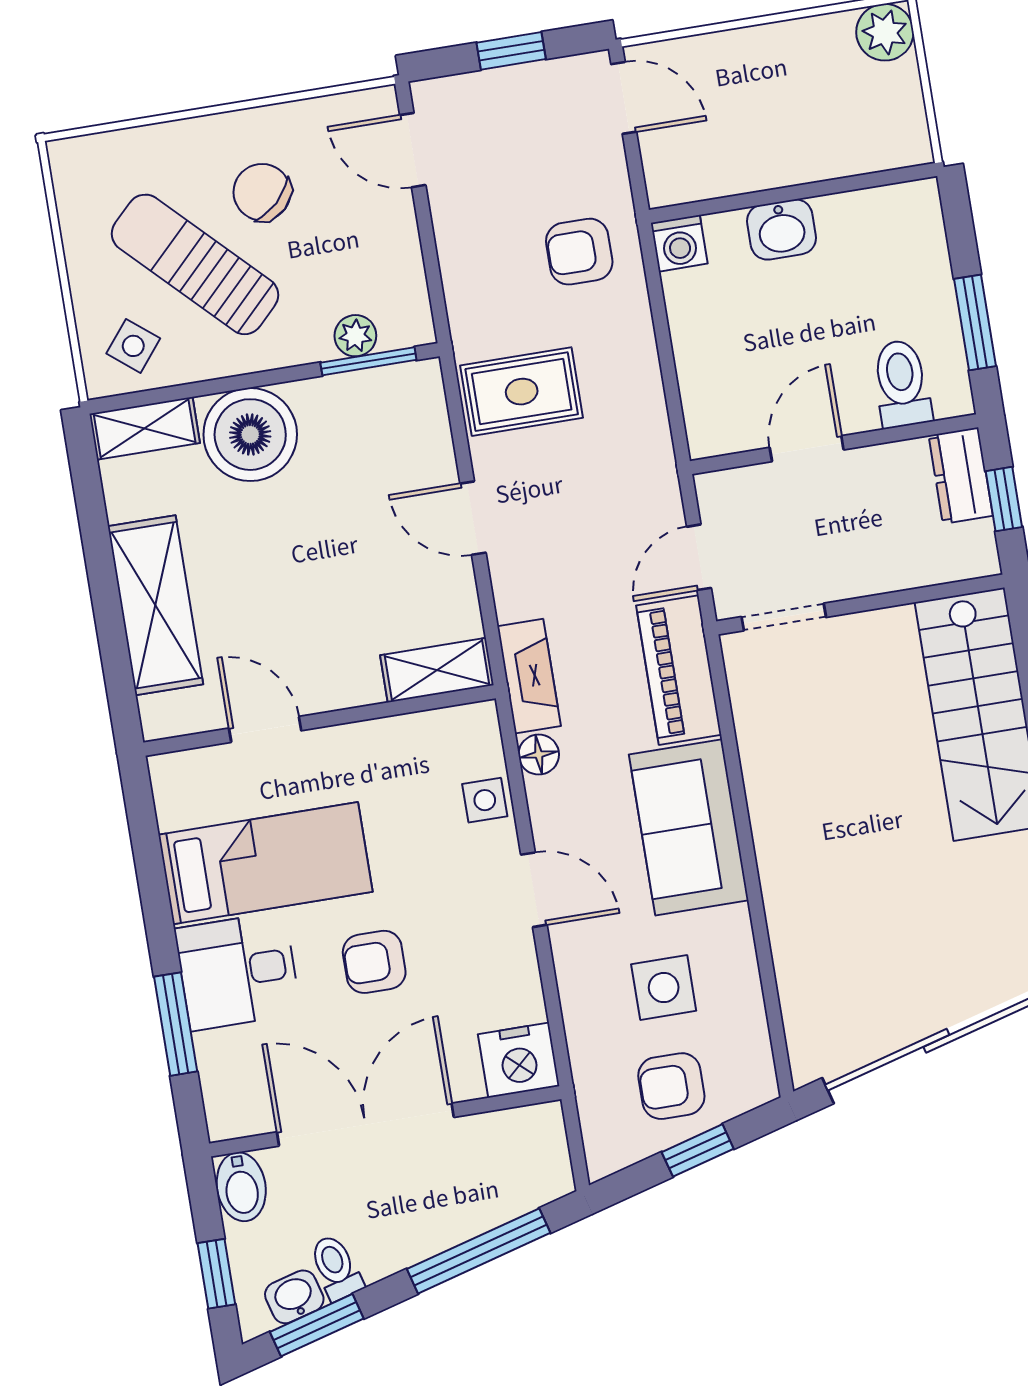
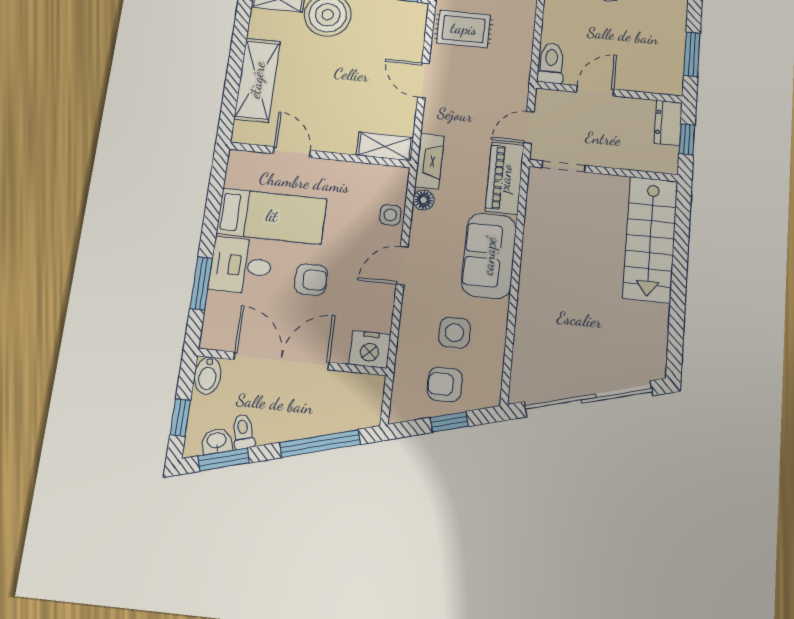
toilet: (902, 384) -> (551, 63), moved
door: (534, 890) -> (402, 265), swing flipped
armchair: (374, 962) -> (311, 280), turned 180

